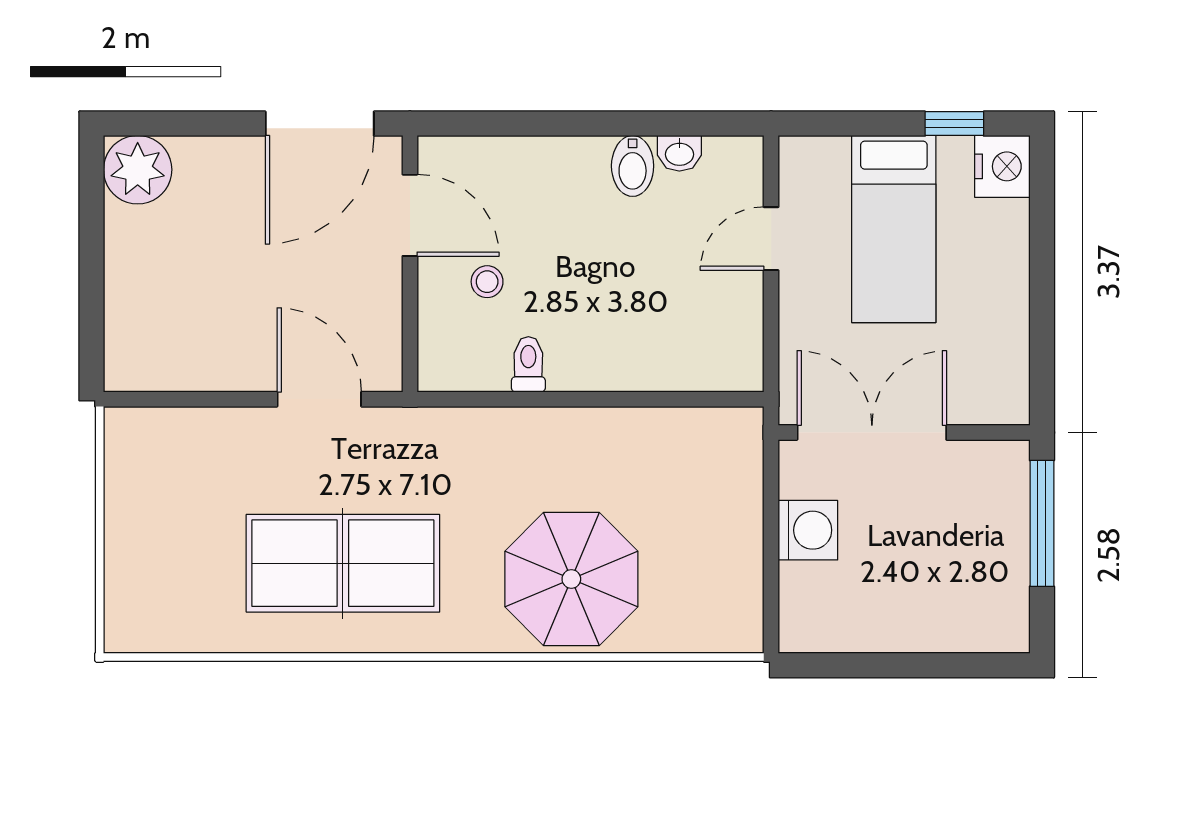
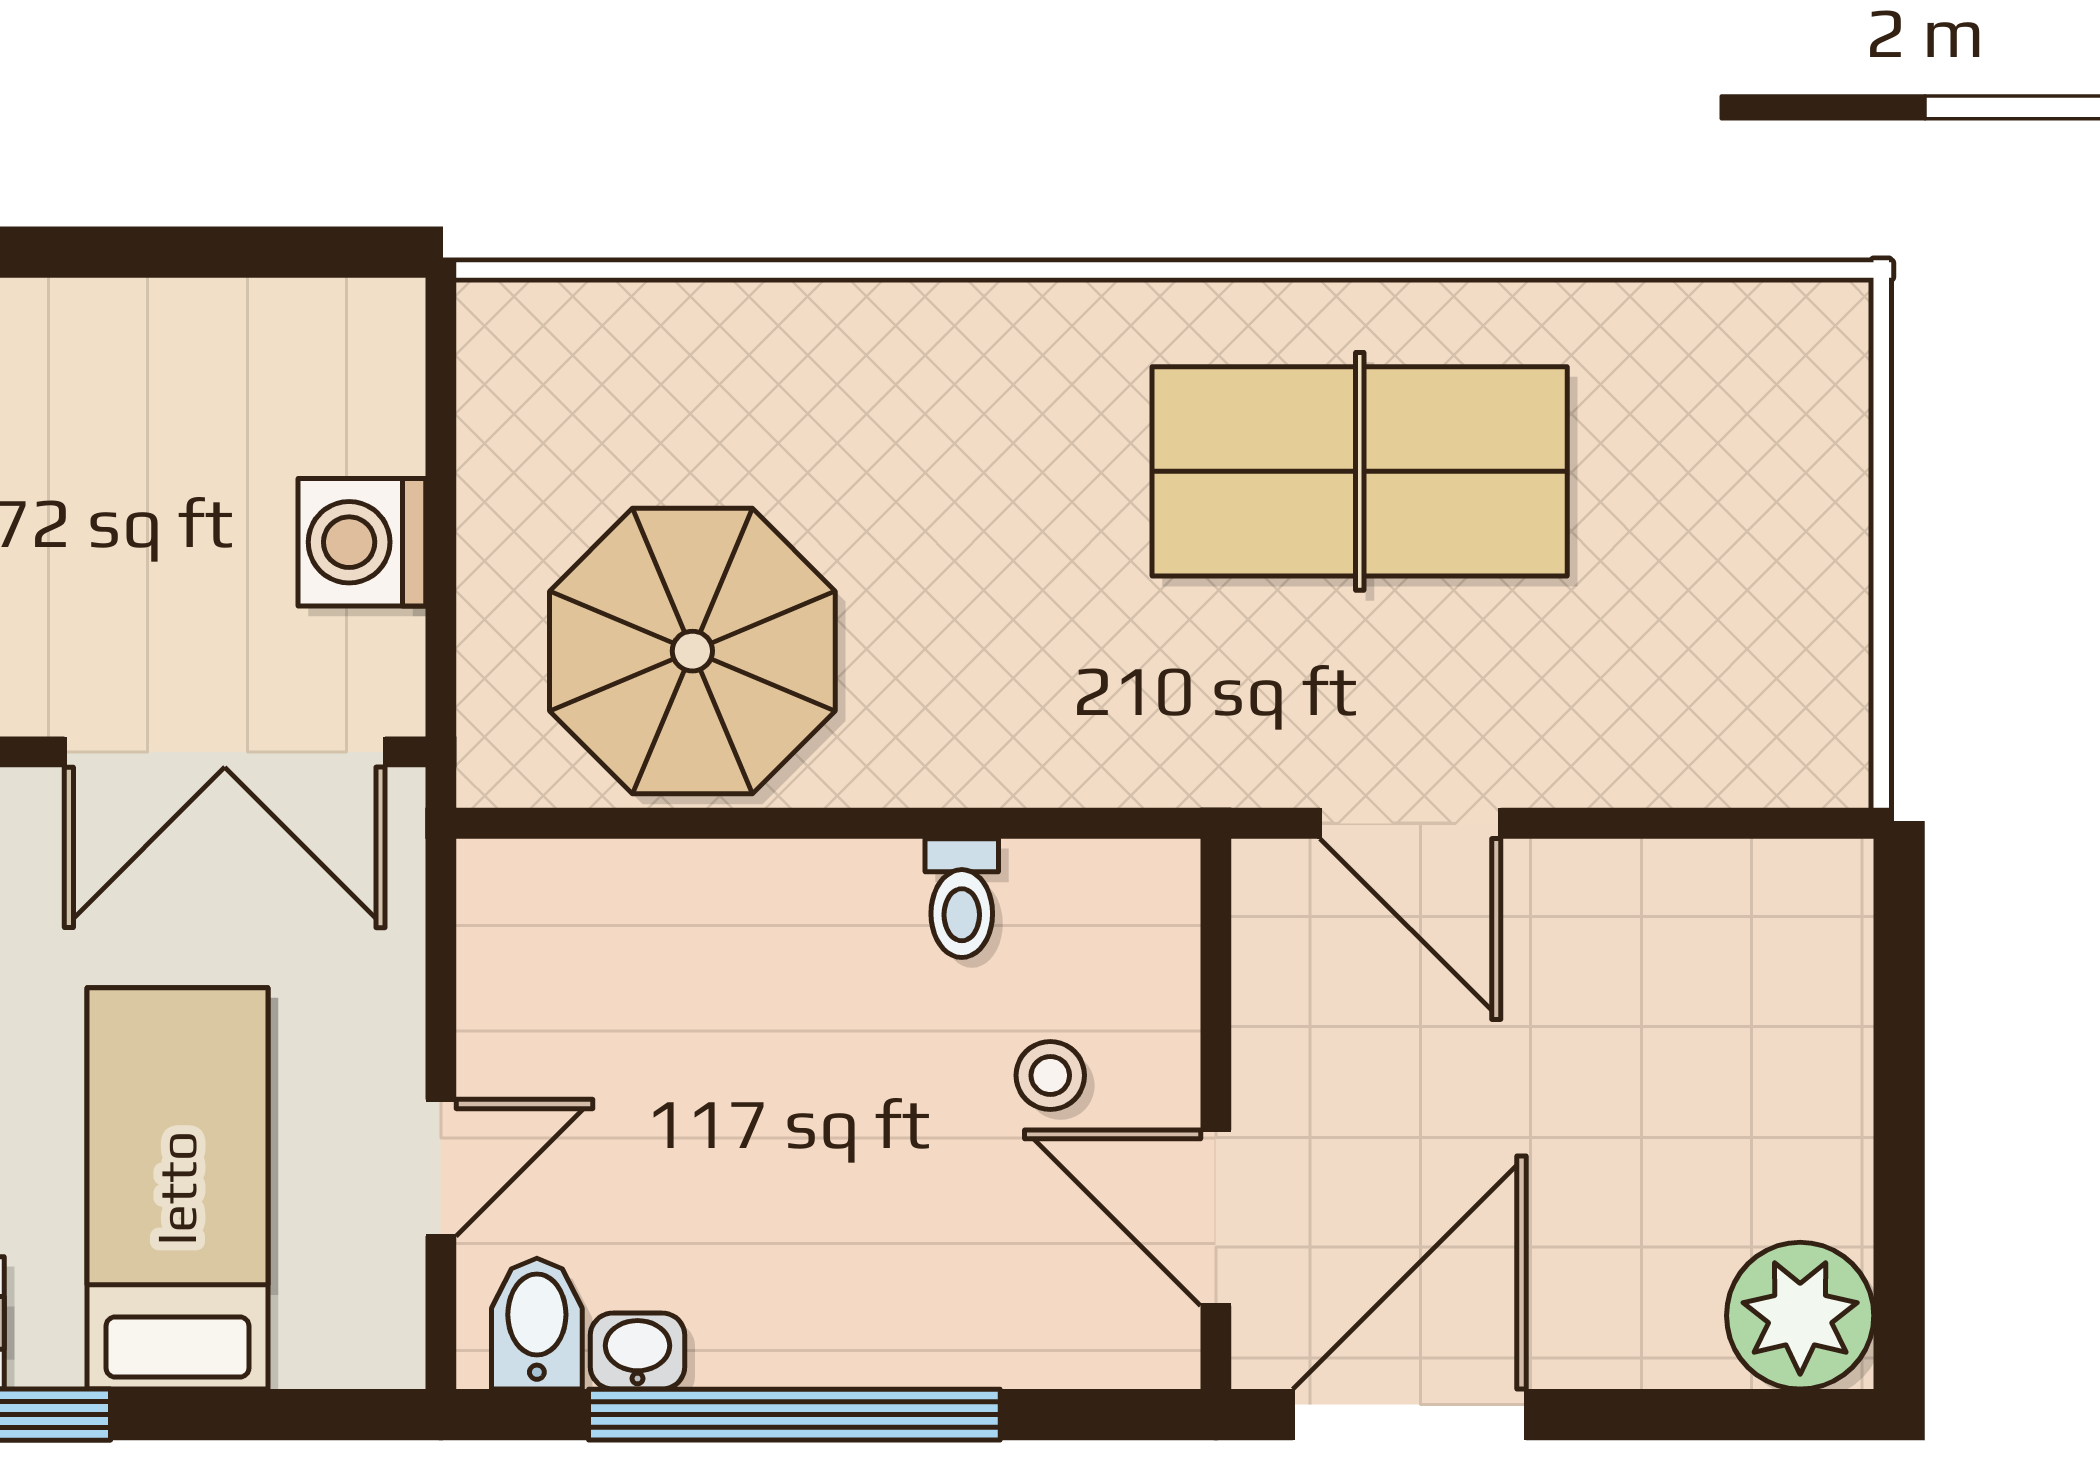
window: (606, 124) -> (794, 1415), added
bidet: (633, 166) -> (537, 1324), moved
parasol: (571, 579) -> (692, 651), moved

